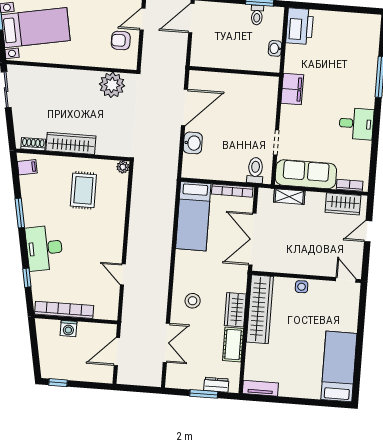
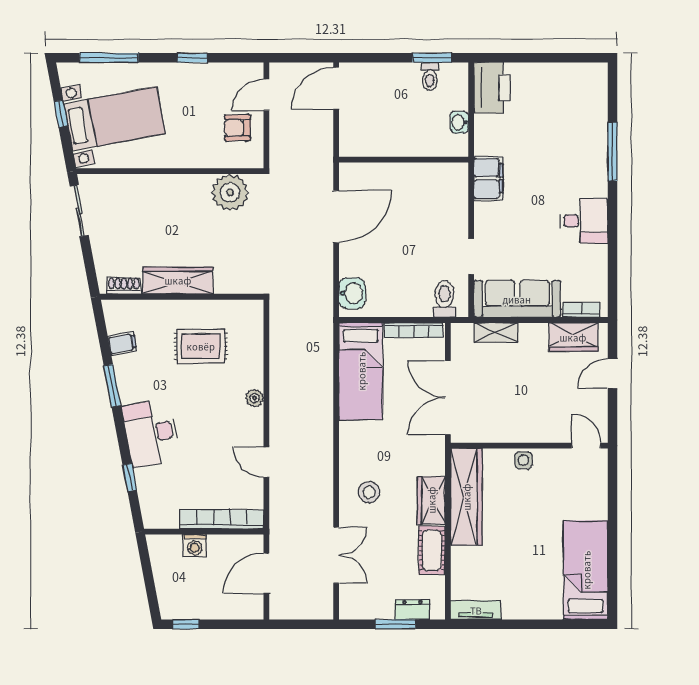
washbasin: (193, 143) -> (352, 293), moved
filing cabinet: (27, 167) -> (122, 344), moved
plant: (123, 167) -> (255, 398), moved
rug: (83, 190) -> (201, 346), turned 90
bookcase: (64, 310) -> (222, 519), moved

